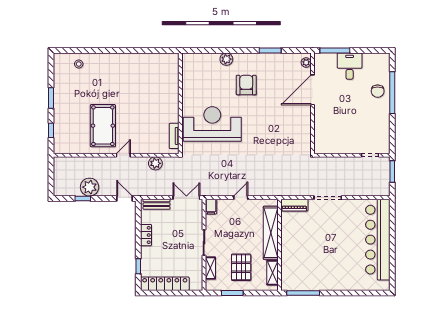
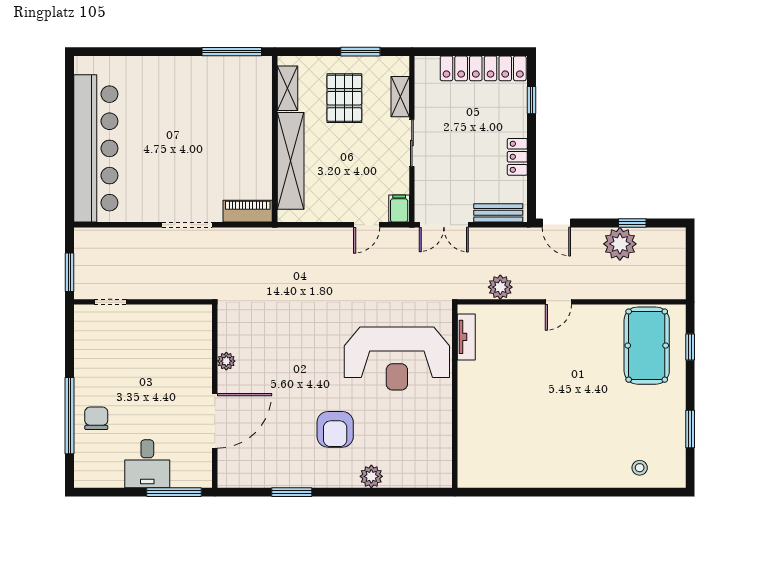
plant: (306, 62) -> (226, 361), moved
window: (51, 98) -> (690, 429), moved
pool table: (103, 126) -> (647, 346), moved
door: (241, 198) -> (367, 225), moved

